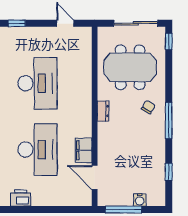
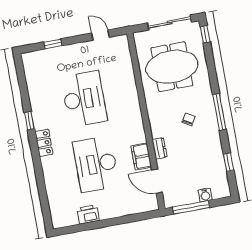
chair: (148, 107) -> (188, 119), moved
dresser: (103, 111) -> (160, 148), moved
desk: (37, 150) -> (96, 164), turned 180

